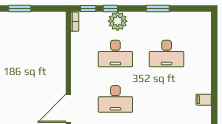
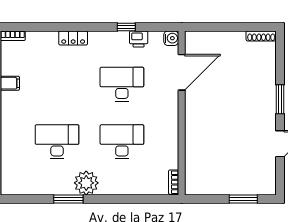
window: (88, 8) -> (157, 199), removed
window: (110, 8) -> (128, 199), removed
plant: (118, 21) -> (86, 183), moved

